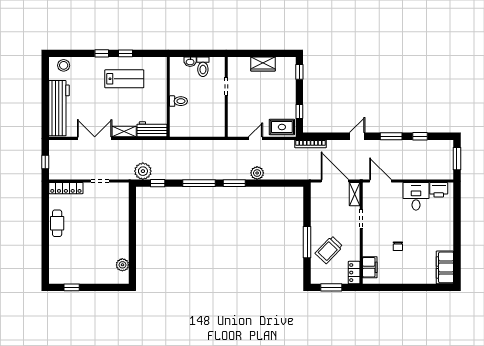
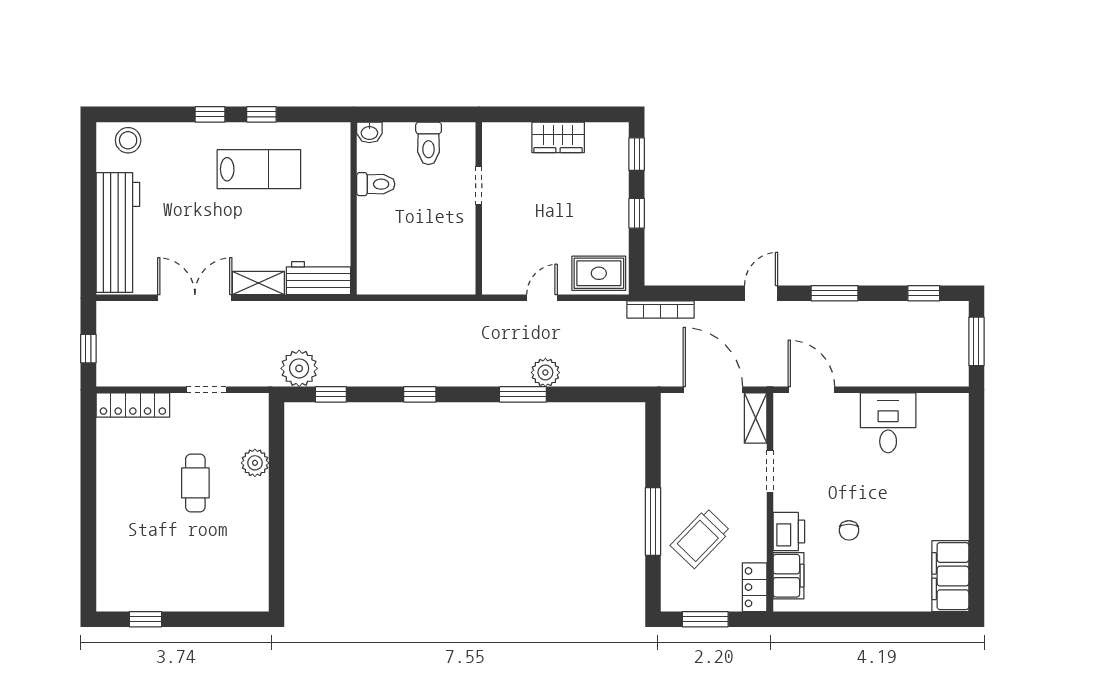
washbasin: (190, 62) -> (369, 132), moved
toilet: (178, 101) -> (376, 184), moved
window: (299, 112) -> (637, 213), moved
window: (420, 136) -> (924, 293), moved
window: (199, 183) -> (420, 394), width x0.46
window: (234, 183) -> (523, 394), moved
printer: (439, 190) -> (789, 531), moved, turned -90
cafe table: (57, 223) -> (195, 483), moved
plant: (122, 265) -> (255, 463), moved

